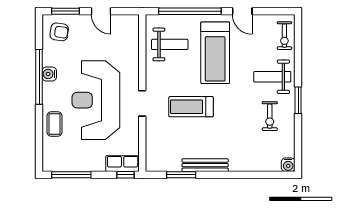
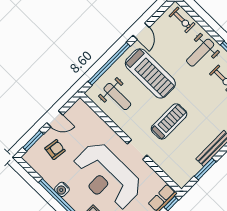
door: (242, 11) -> (141, 31), hinge flipped
armchair: (59, 32) -> (55, 150), moved
weight bench: (170, 44) -> (117, 97), turned 90
treadmill: (191, 107) -> (169, 121), turned 180

